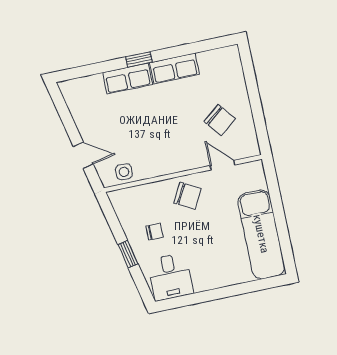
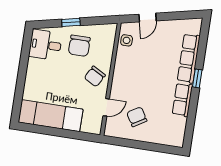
row of seats: (128, 78) -> (189, 58), width x1.48
chair: (220, 120) -> (137, 117), turned 97
chair: (155, 232) -> (79, 46), width x1.87, depth x1.87

